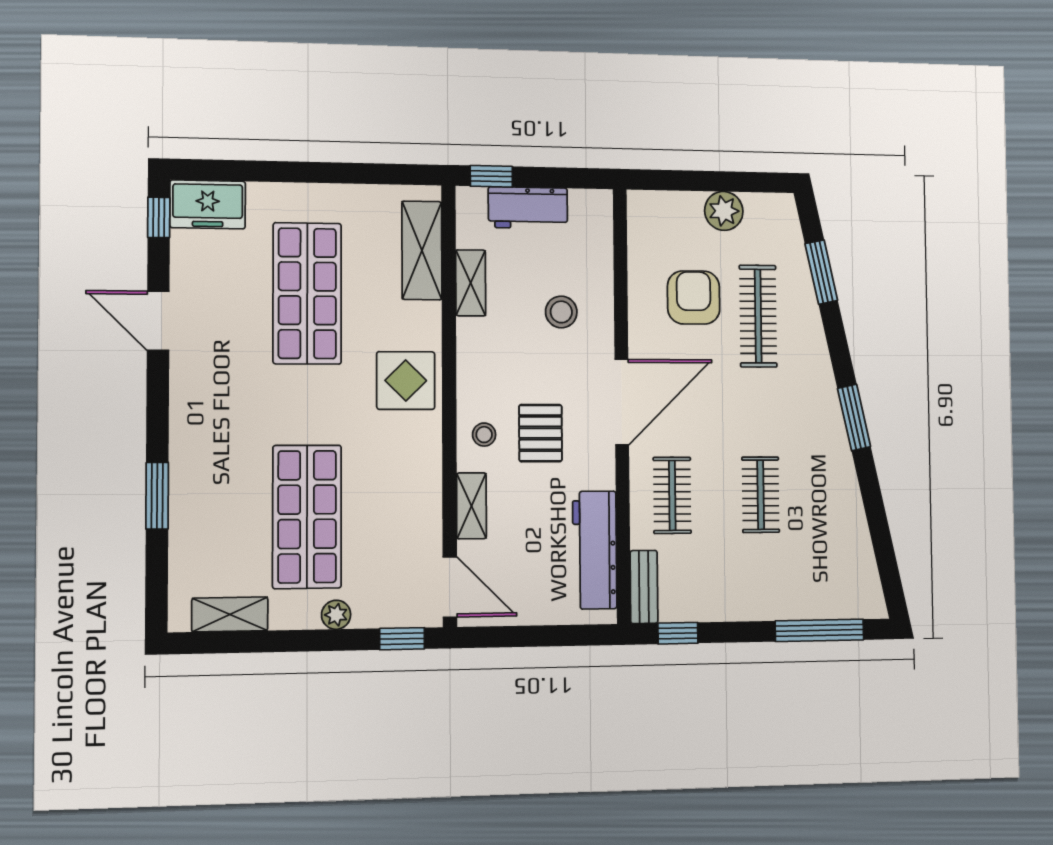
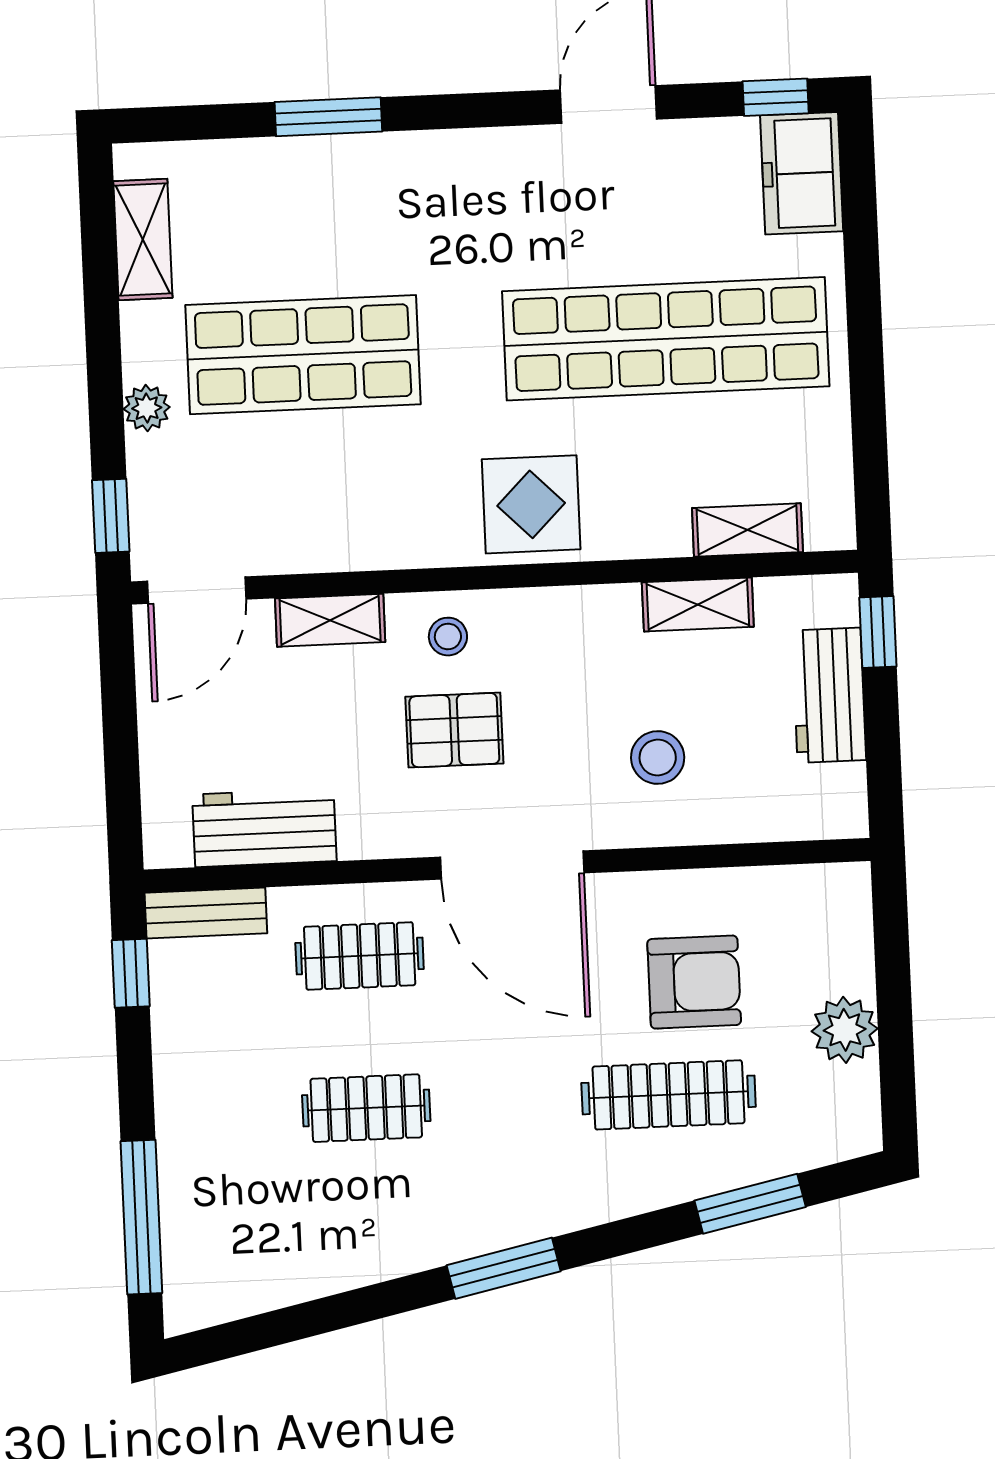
shelving: (422, 250) -> (747, 530), width x0.67, depth x0.75
shop shelf: (307, 293) -> (666, 339), width x1.40
workbench: (595, 550) -> (264, 828), width x0.73

